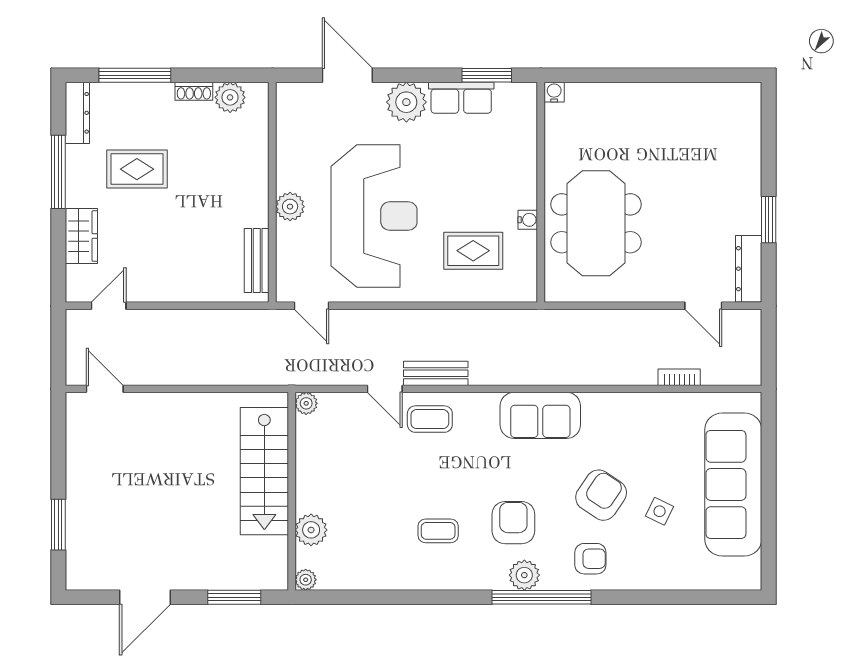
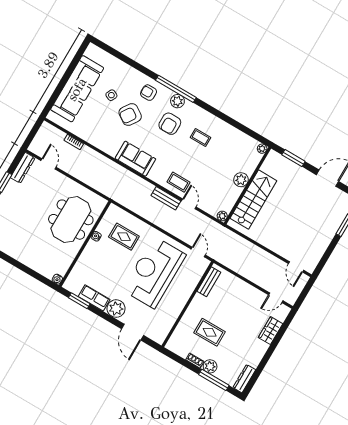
plant: (230, 97) -> (210, 366), moved
rug: (137, 169) -> (210, 332), moved
window: (58, 172) -> (265, 360), removed
plant: (290, 207) -> (184, 295), removed
plant: (311, 530) -> (241, 180), moved

